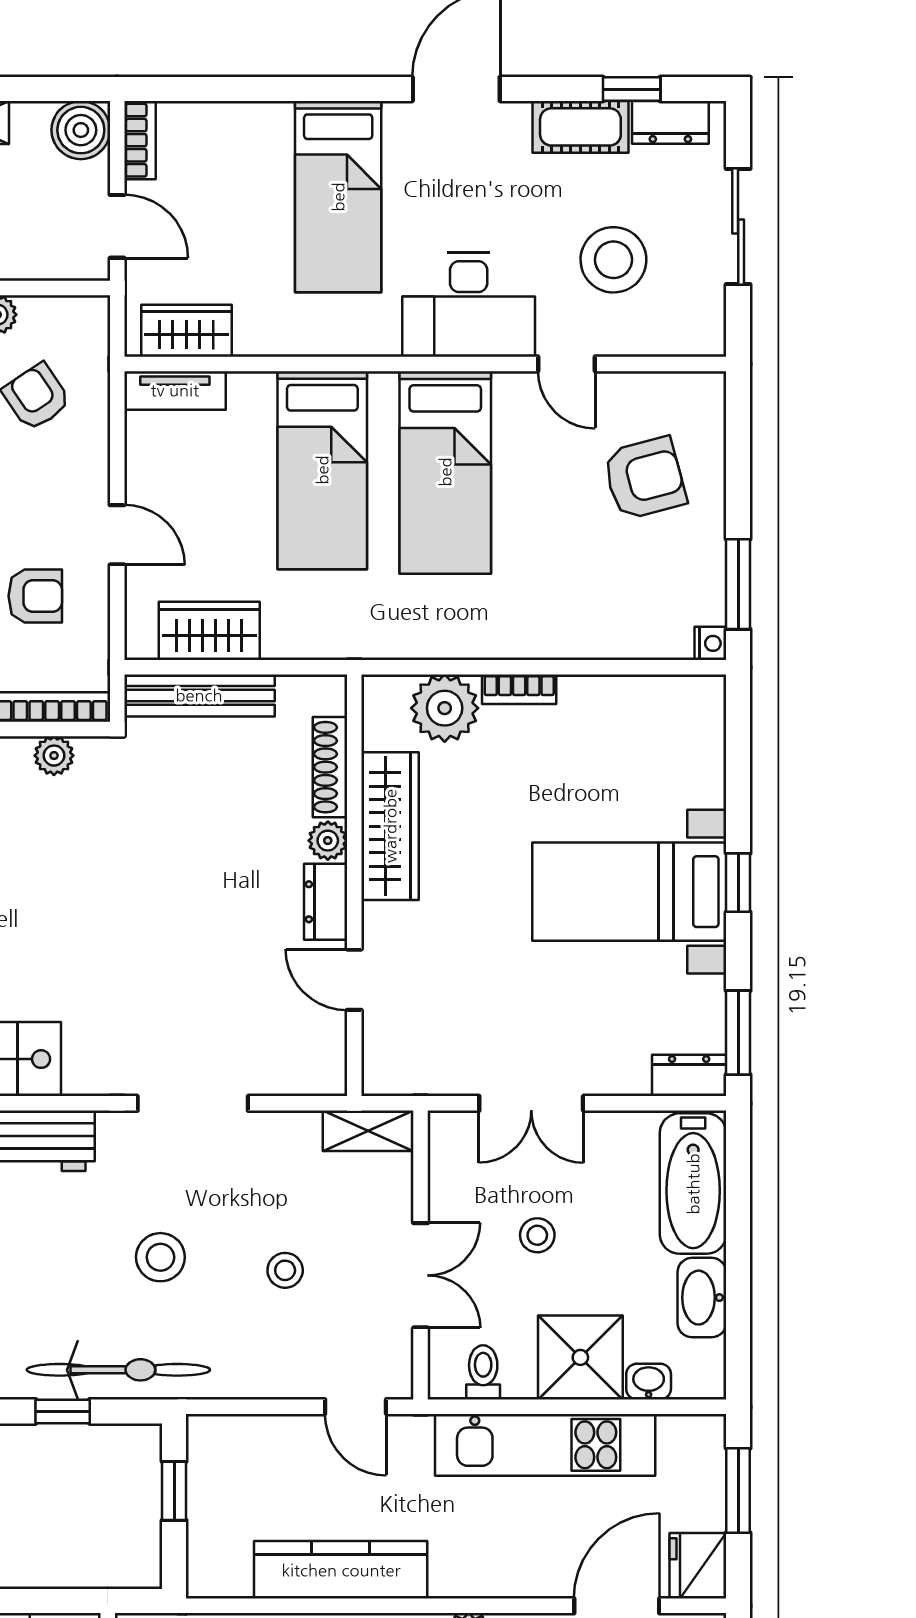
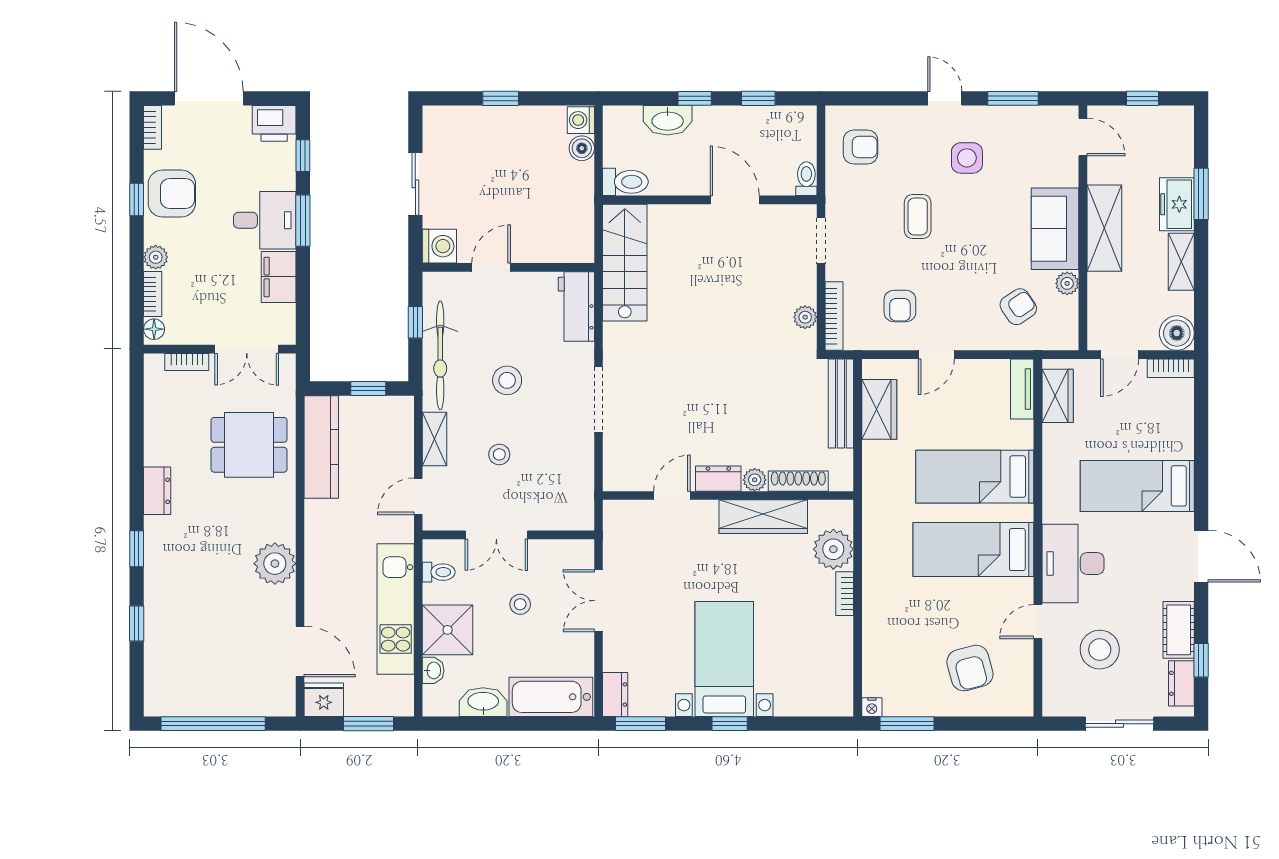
shelving: (368, 1131) -> (435, 439), moved
kitchen counter: (341, 1570) -> (321, 447), moved

